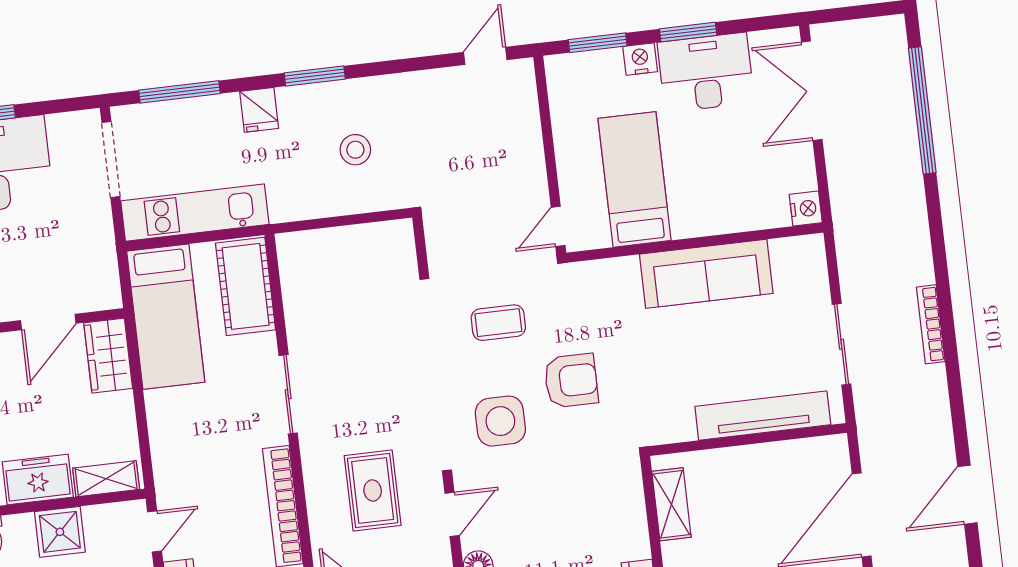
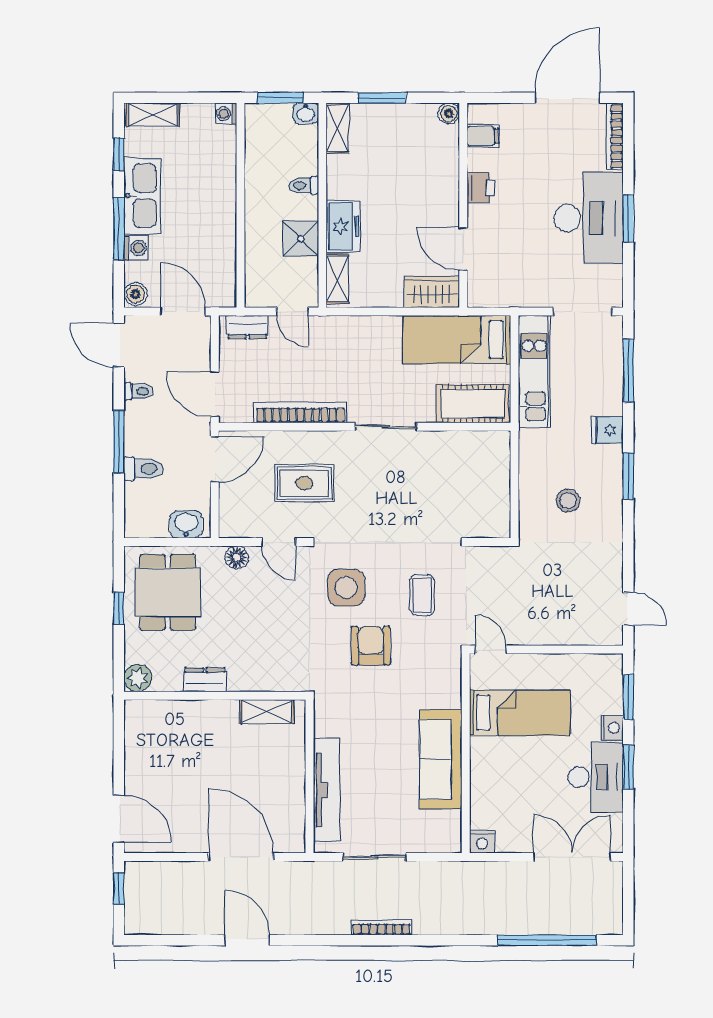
armchair: (571, 381) -> (371, 646), turned 180

